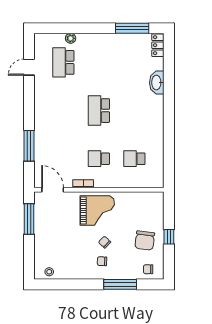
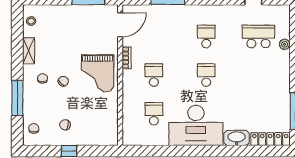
locker: (158, 45) -> (270, 139), width x1.53
school desk: (63, 111) -> (206, 36), added
school desk: (99, 111) -> (206, 75), width x0.54
desk: (145, 120) -> (196, 125), added
chair: (145, 240) -> (65, 125), width x0.54, depth x0.54
shelving: (77, 274) -> (29, 51), added

